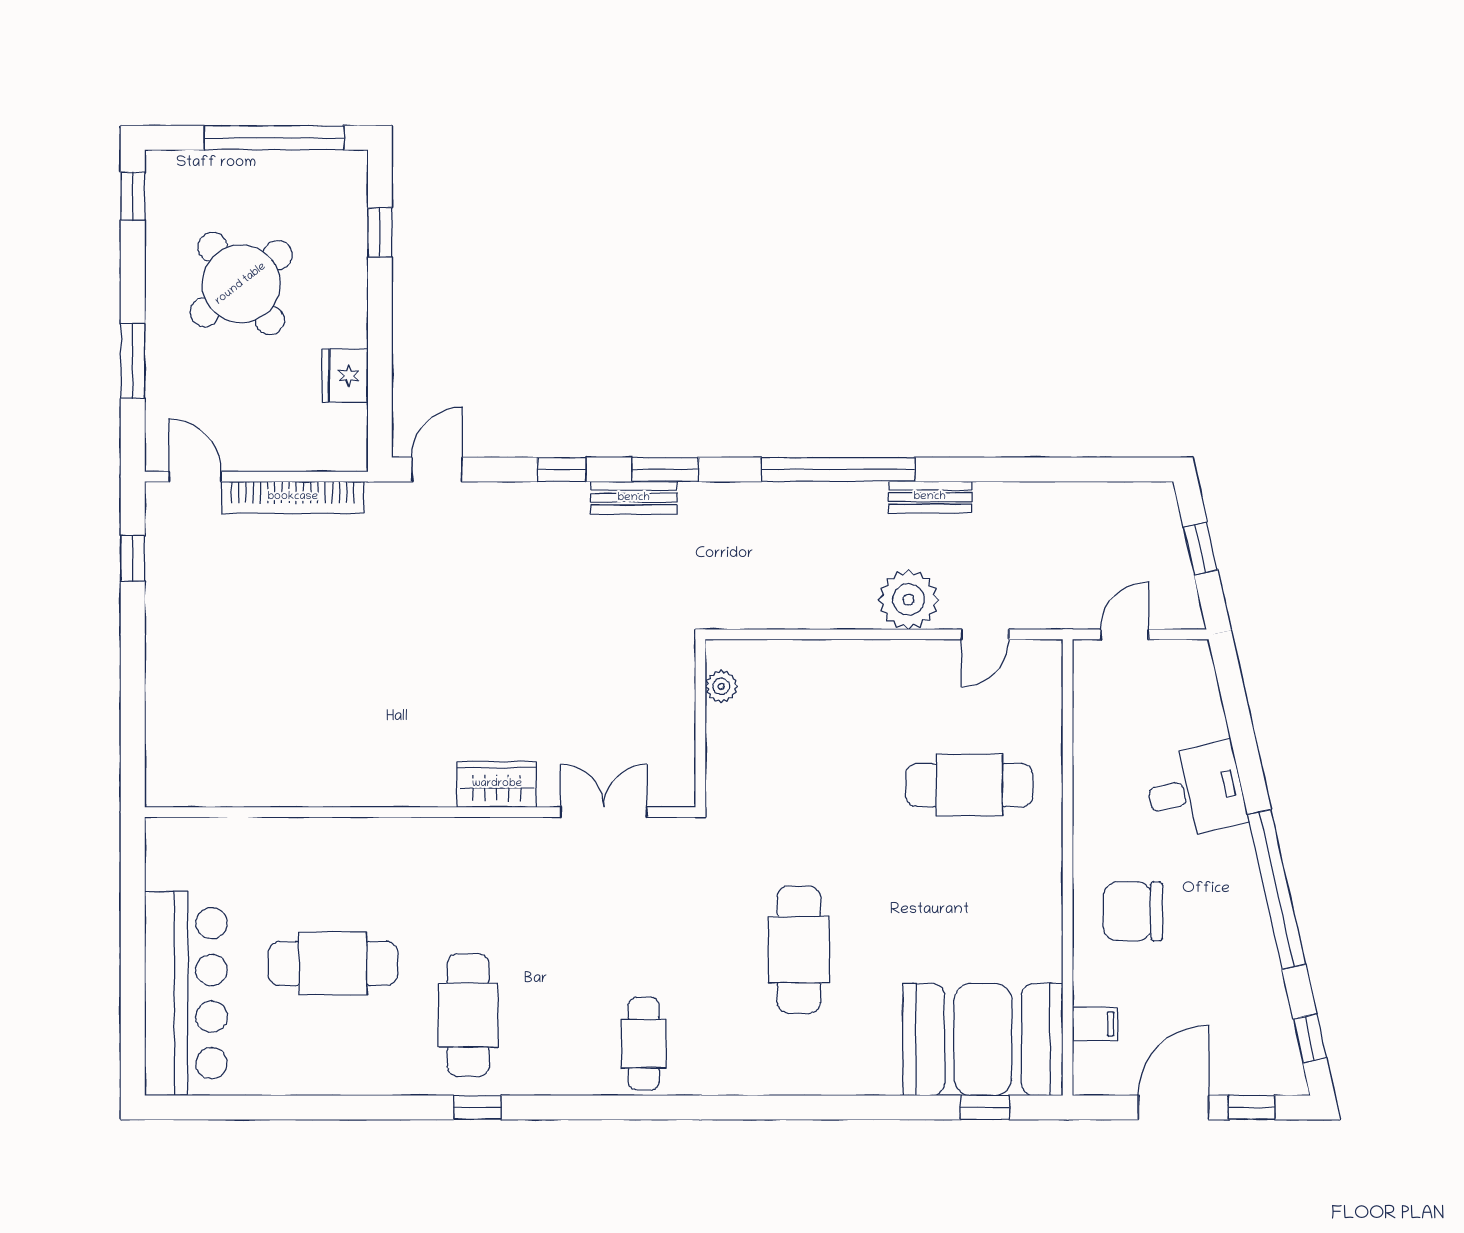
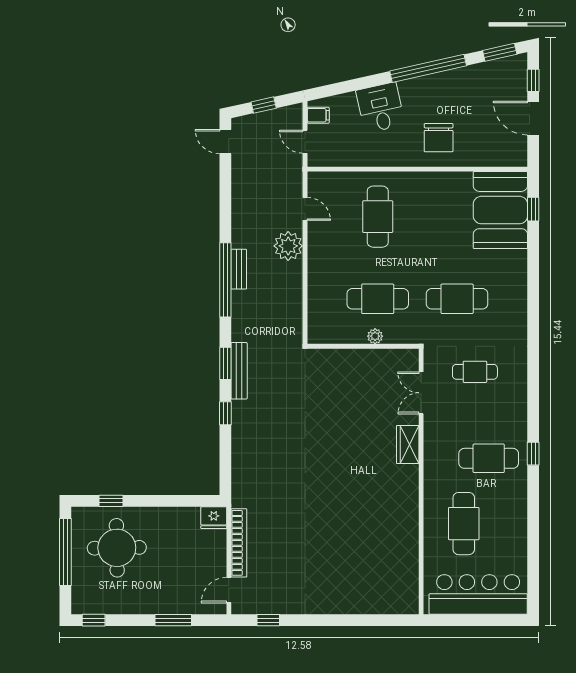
round table: (241, 284) -> (117, 548), moved, turned 37
fridge: (345, 376) -> (214, 518), moved
door: (437, 469) -> (225, 142), moved
bench: (930, 497) -> (239, 269), moved
bench: (634, 498) -> (239, 371), width x1.36
plant: (721, 686) -> (375, 336), moved
wardrobe: (497, 784) -> (408, 445), moved
cafe table: (799, 785) -> (378, 299), added
wall: (420, 812) -> (421, 481), moved
double door: (604, 812) -> (421, 393), moved
filing cabinet: (1095, 1024) -> (318, 115), moved, turned 90
window: (1310, 1038) -> (500, 52), width x1.50
cafe table: (644, 1044) -> (475, 372), moved

